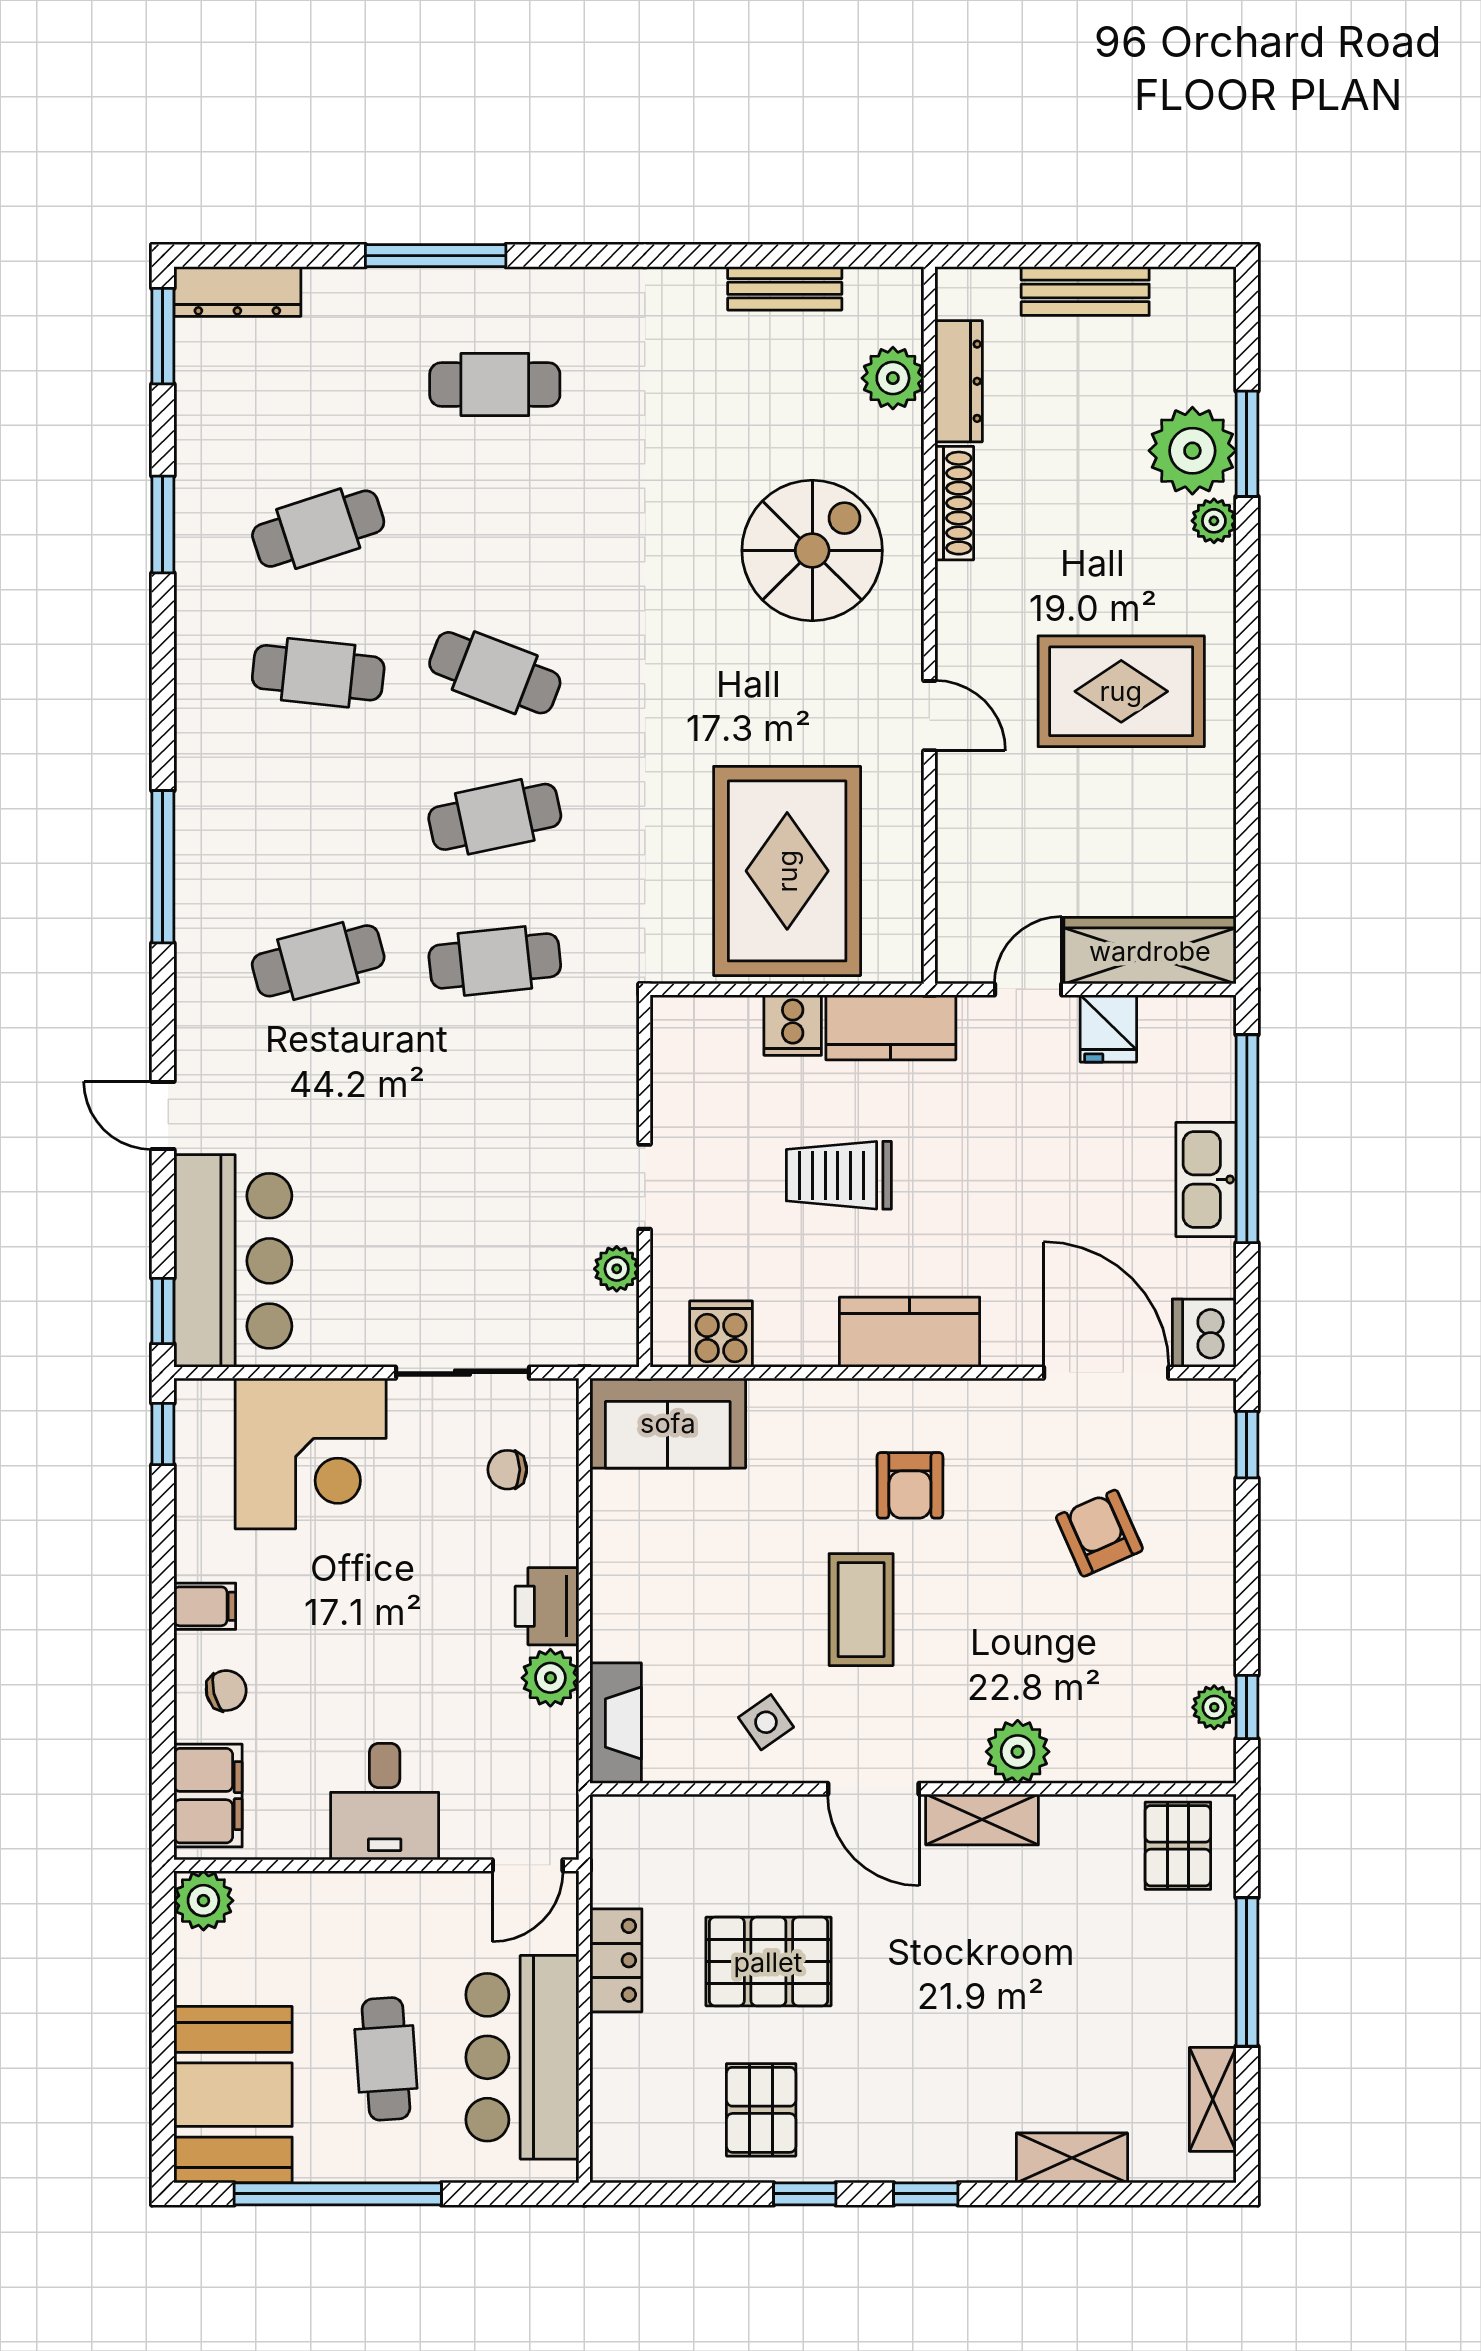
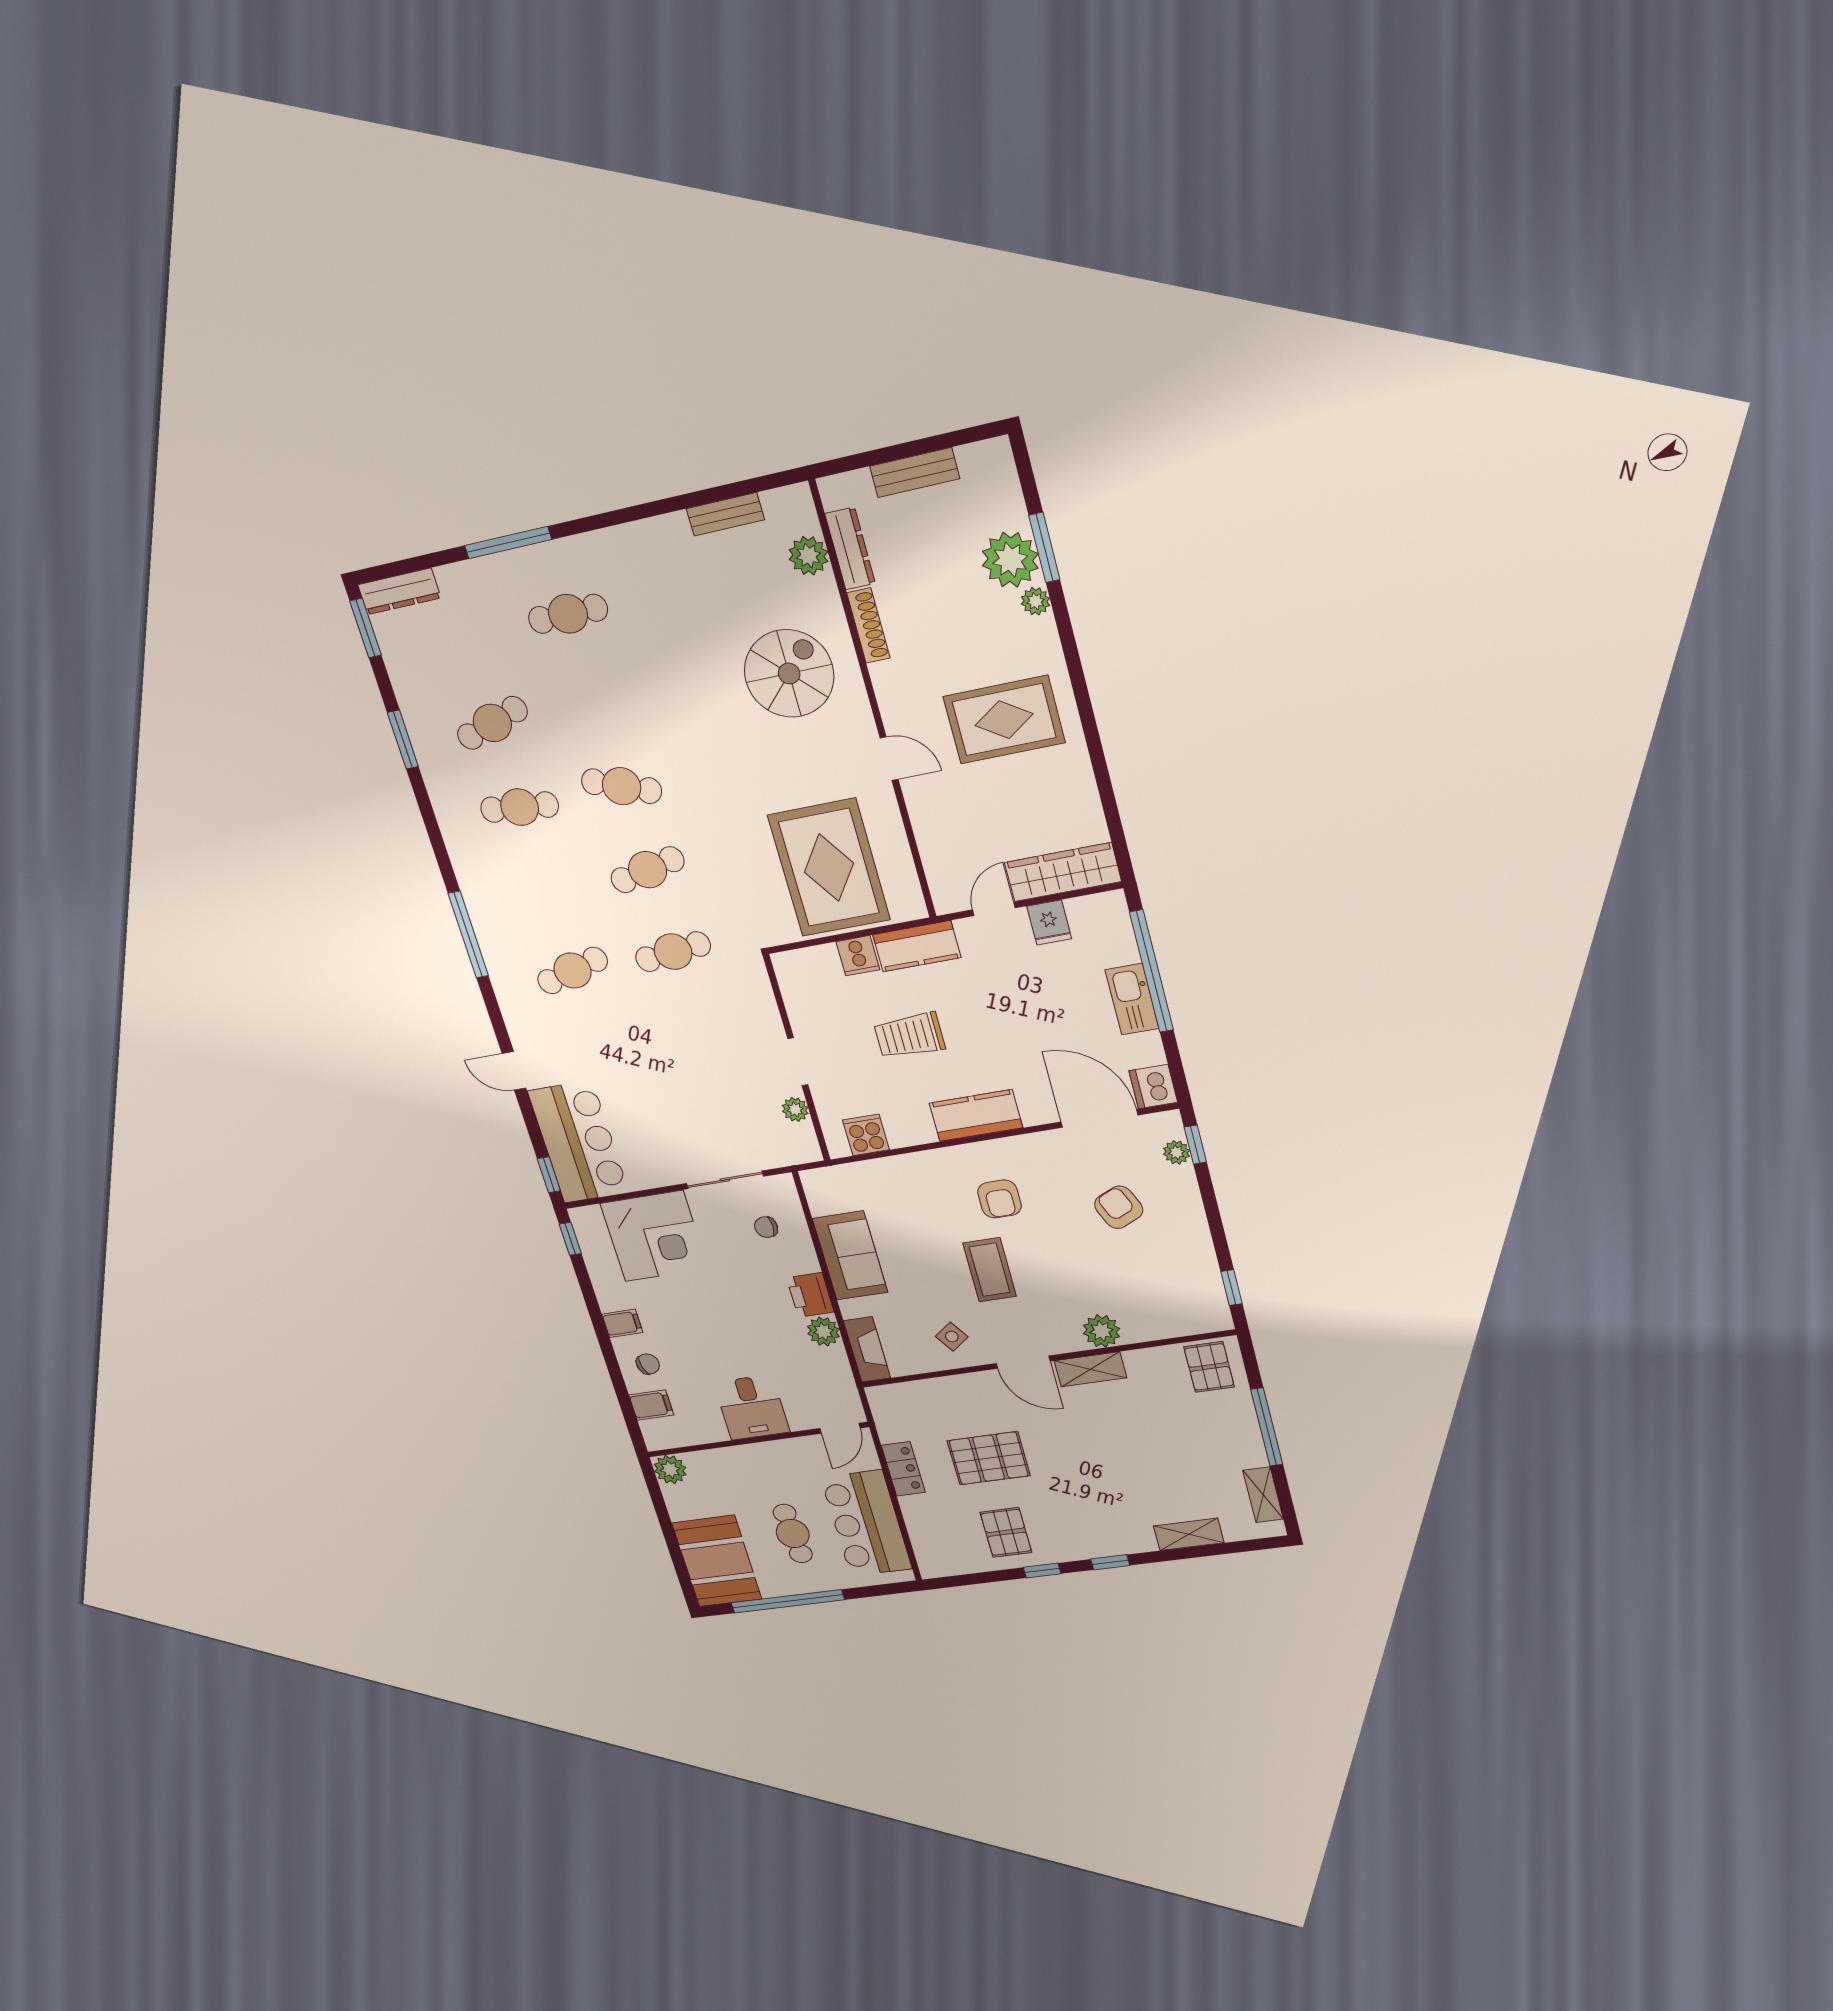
sofa: (668, 1423) -> (850, 1256), moved, turned -90
plant: (1214, 1707) -> (1177, 1152), moved
filing cabinet: (208, 1796) -> (651, 1405), width x0.50

